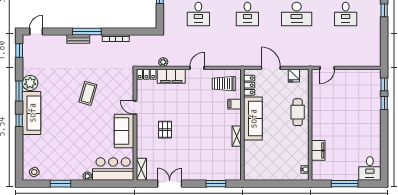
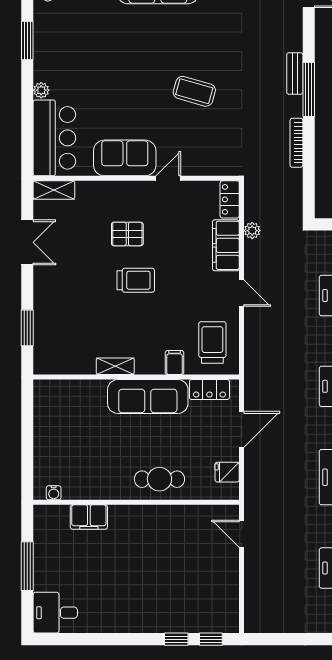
trolley: (190, 125) -> (136, 280), added

